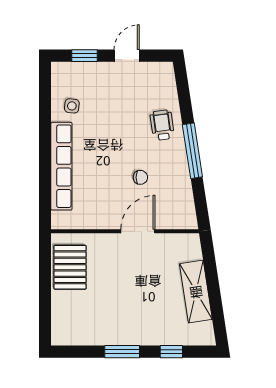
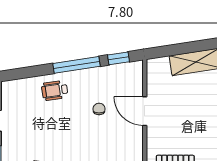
window: (200, 200) -> (118, 58), added

